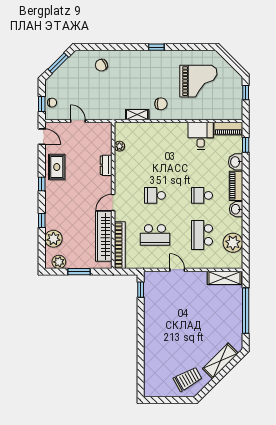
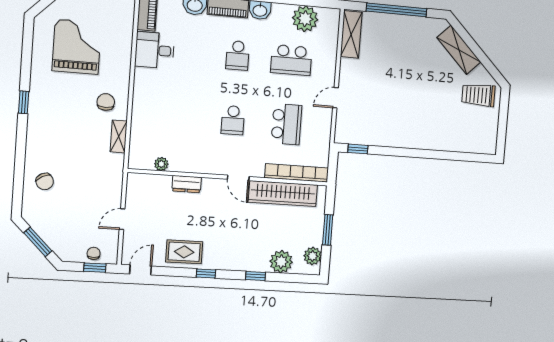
trolley: (188, 379) -> (478, 95), turned -61

